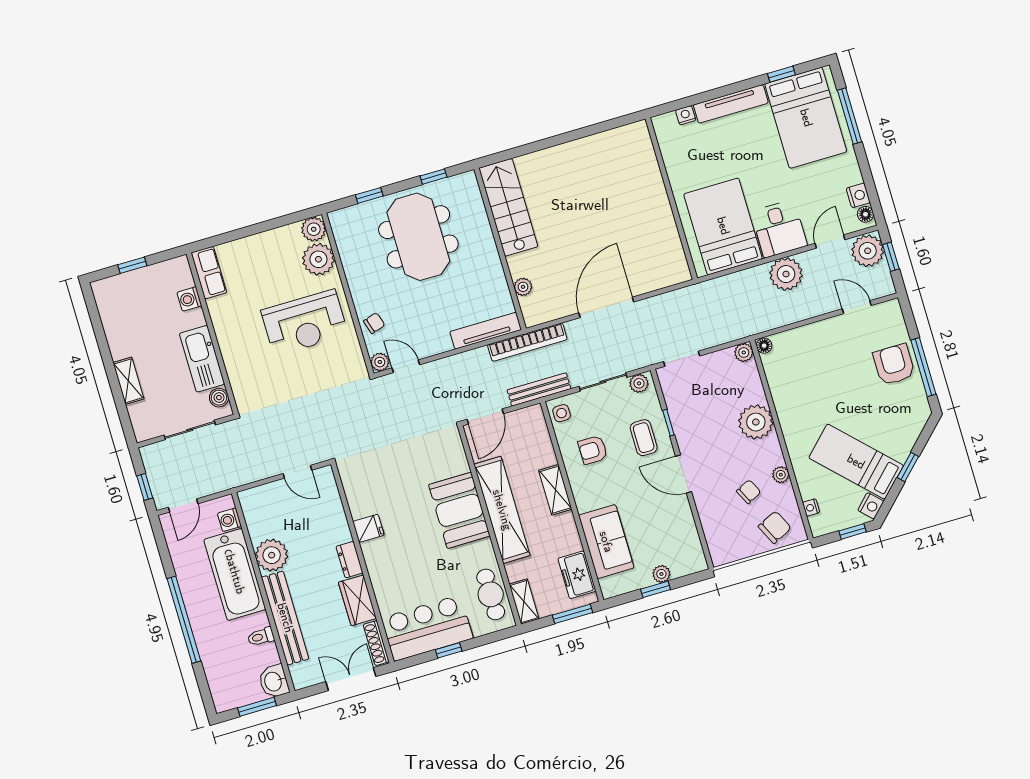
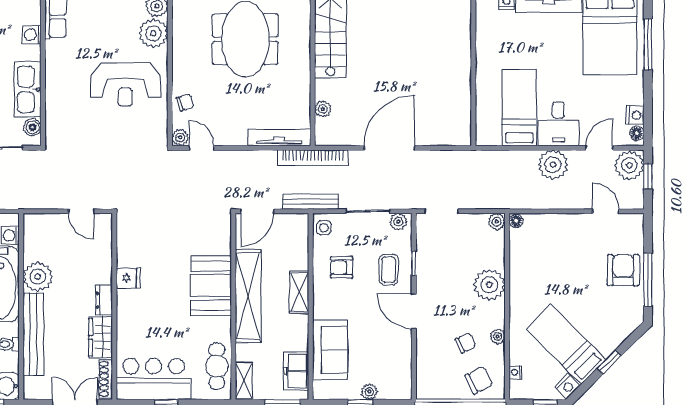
bed: (723, 226) -> (519, 108), width x0.67

